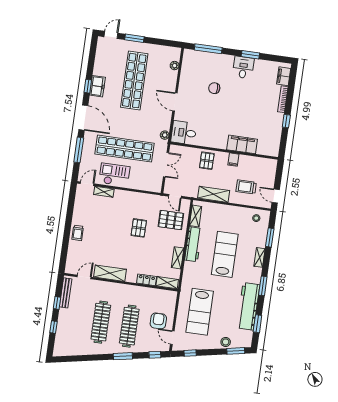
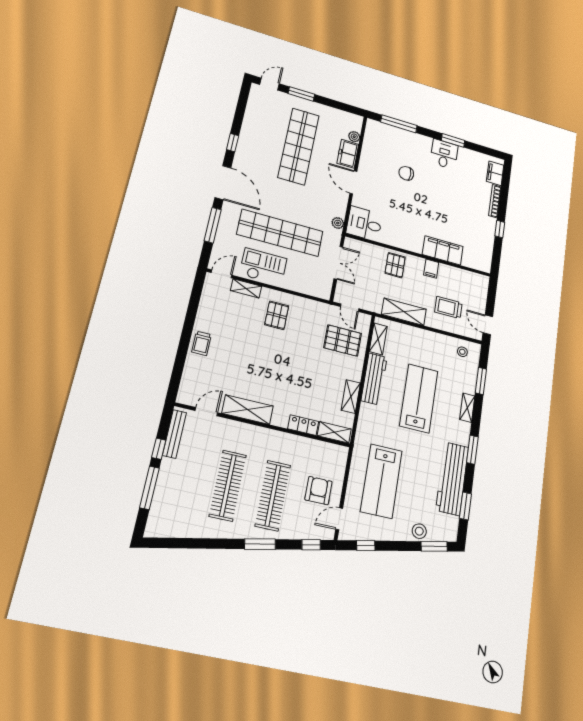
freezer: (97, 86) -> (348, 154), moved, turned 180
pallet: (139, 228) -> (277, 315), moved
window: (54, 327) -> (149, 488), width x2.17
door: (172, 338) -> (339, 519), hinge flipped

